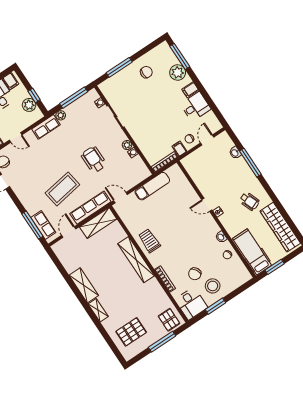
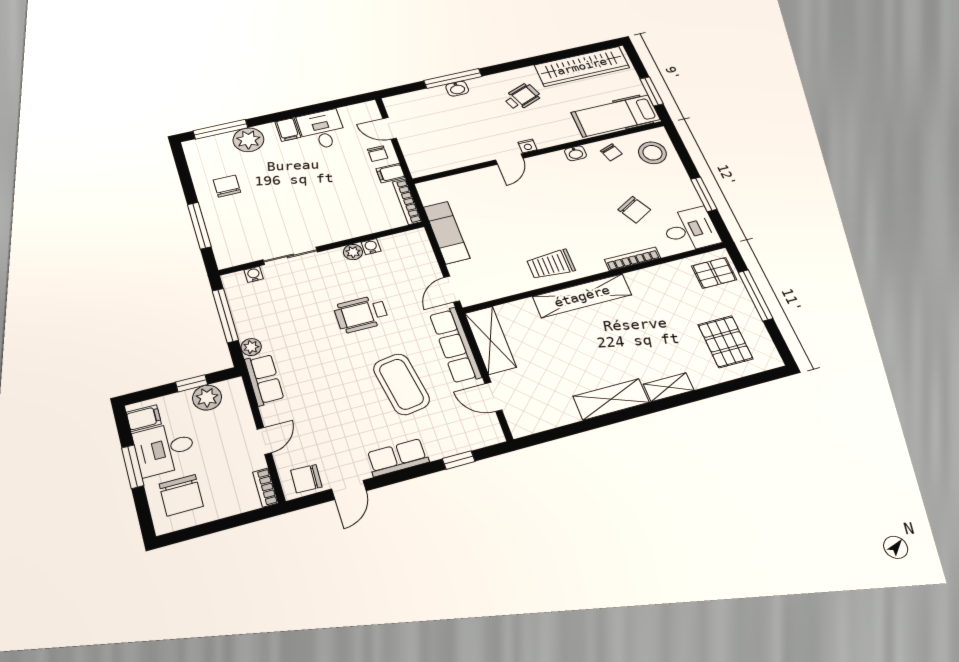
washbasin: (235, 153) -> (457, 89), moved
window: (32, 225) -> (459, 460), width x0.46
row of seats: (43, 225) -> (398, 458), moved
stool: (213, 286) -> (652, 153), moved

